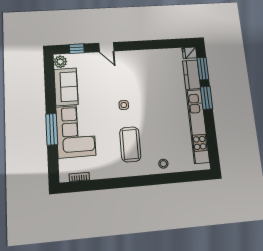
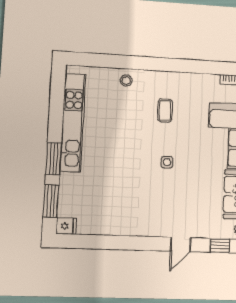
door: (106, 47) -> (181, 244), swing flipped
kitchen counter: (192, 75) -> (69, 194), removed
coffee table: (130, 144) -> (165, 110), width x0.54, depth x0.58

